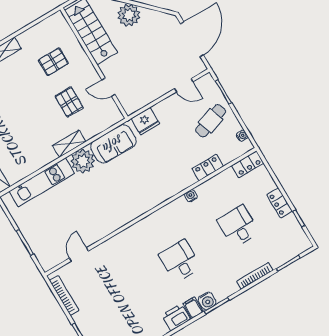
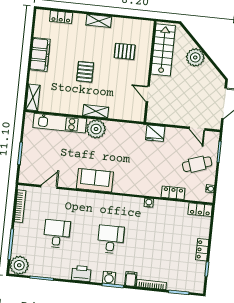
pallet: (69, 102) -> (85, 72), moved
sofa: (113, 144) -> (95, 180), moved, turned 180
desk: (238, 226) -> (57, 234), moved
filing cabinet: (193, 308) -> (131, 279), moved

